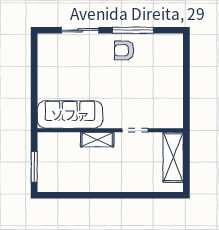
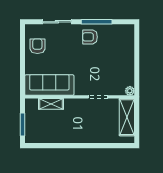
armchair: (54, 63) -> (37, 46), added
plant: (177, 122) -> (130, 91), added
shelving: (97, 140) -> (51, 104), moved

